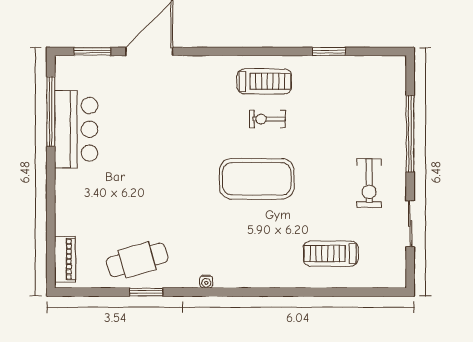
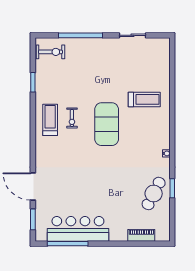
bar counter: (76, 129) -> (78, 229), width x1.36
exercise bike: (369, 183) -> (50, 52), moved
treadmill: (331, 254) -> (144, 99), moved, turned -90
piano: (65, 259) -> (141, 235), moved
cafe table: (137, 260) -> (154, 194), turned 43

